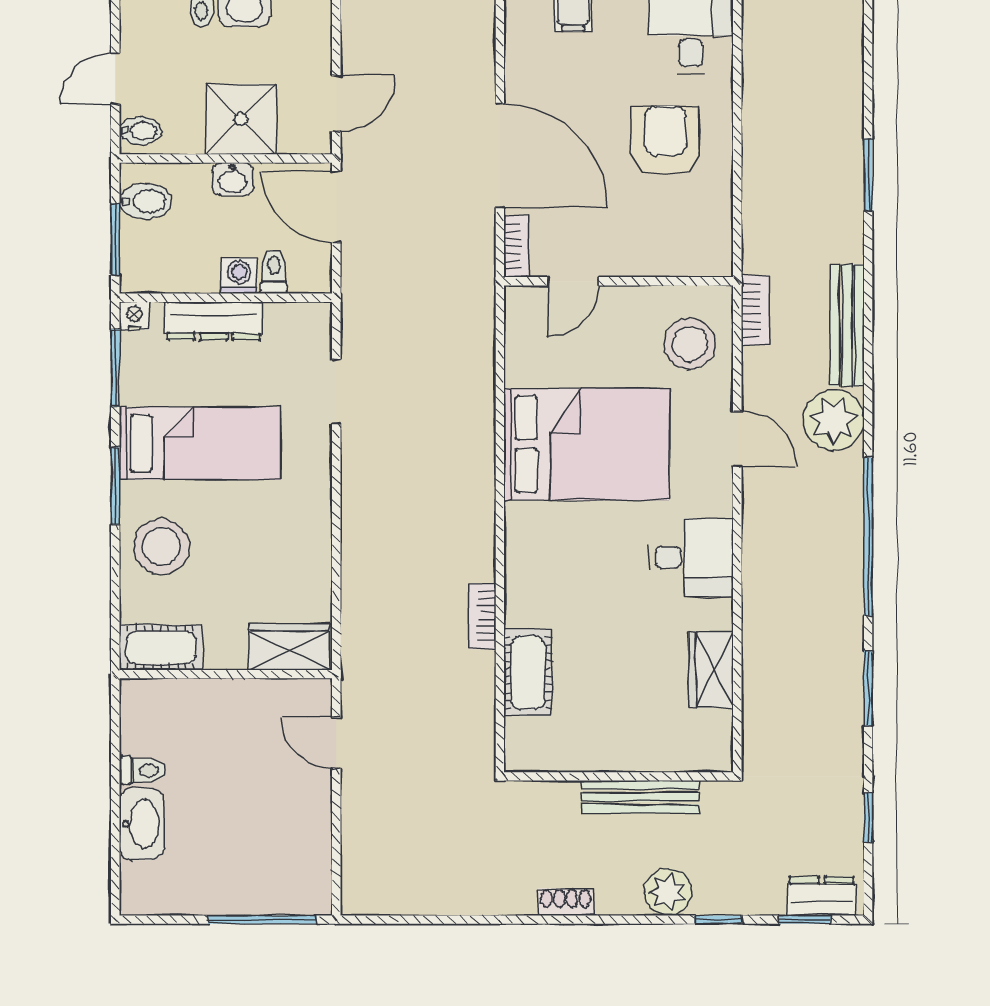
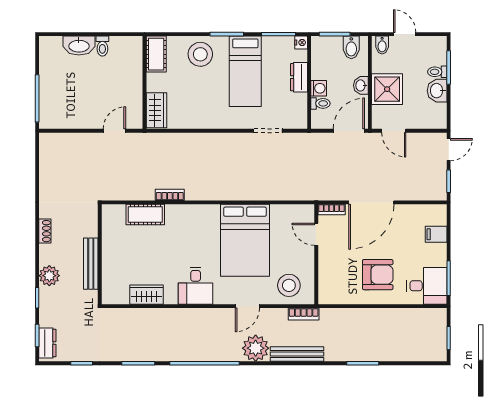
dresser: (214, 321) -> (299, 77), width x0.70

